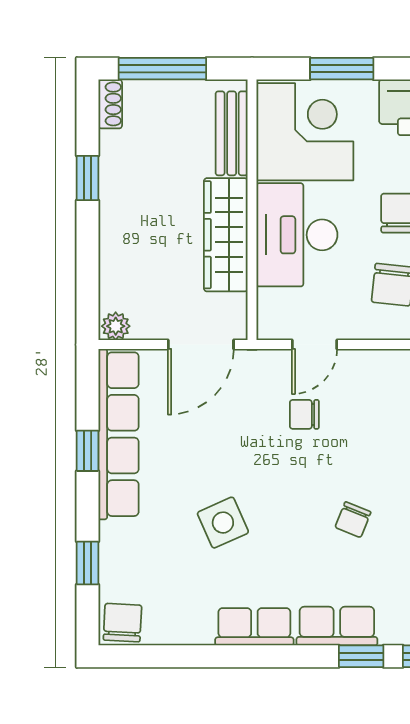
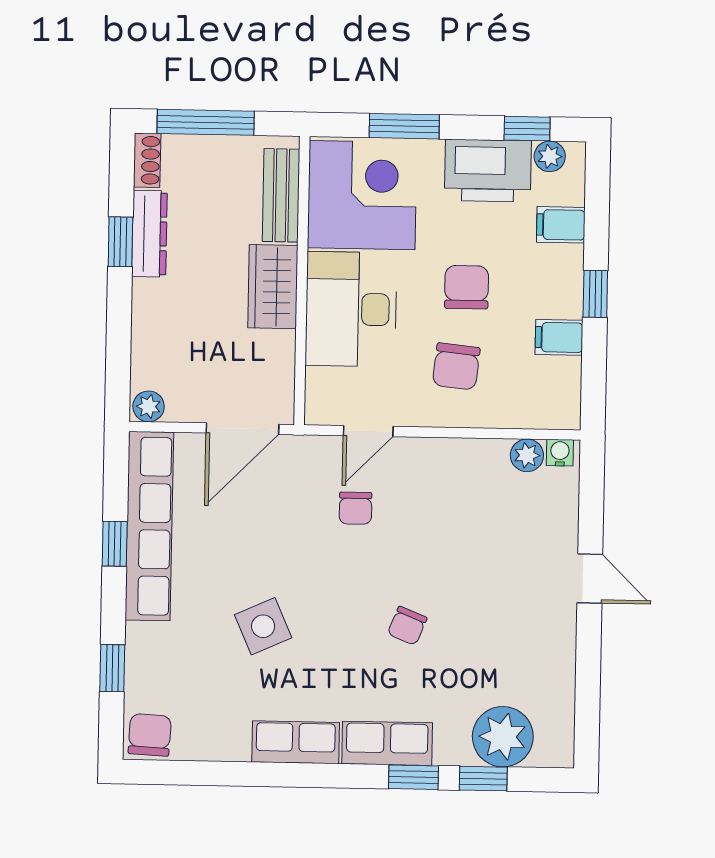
dresser: (114, 170) -> (149, 234), added
wardrobe: (226, 235) -> (273, 287), width x0.67
chair: (304, 414) -> (355, 508), turned -90

